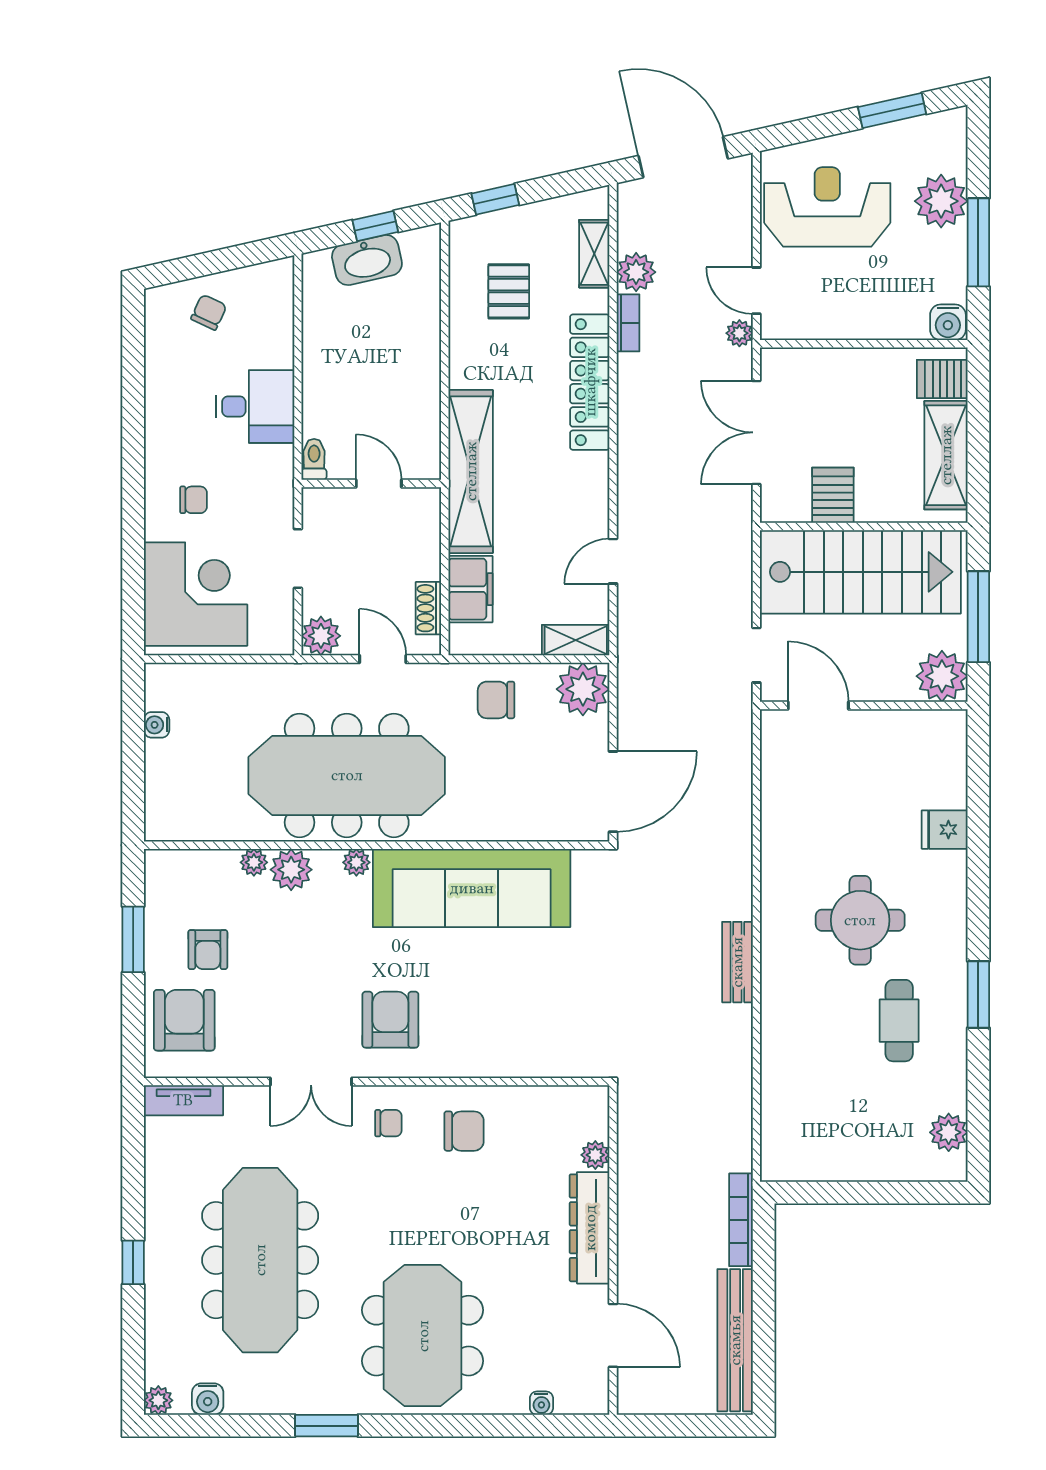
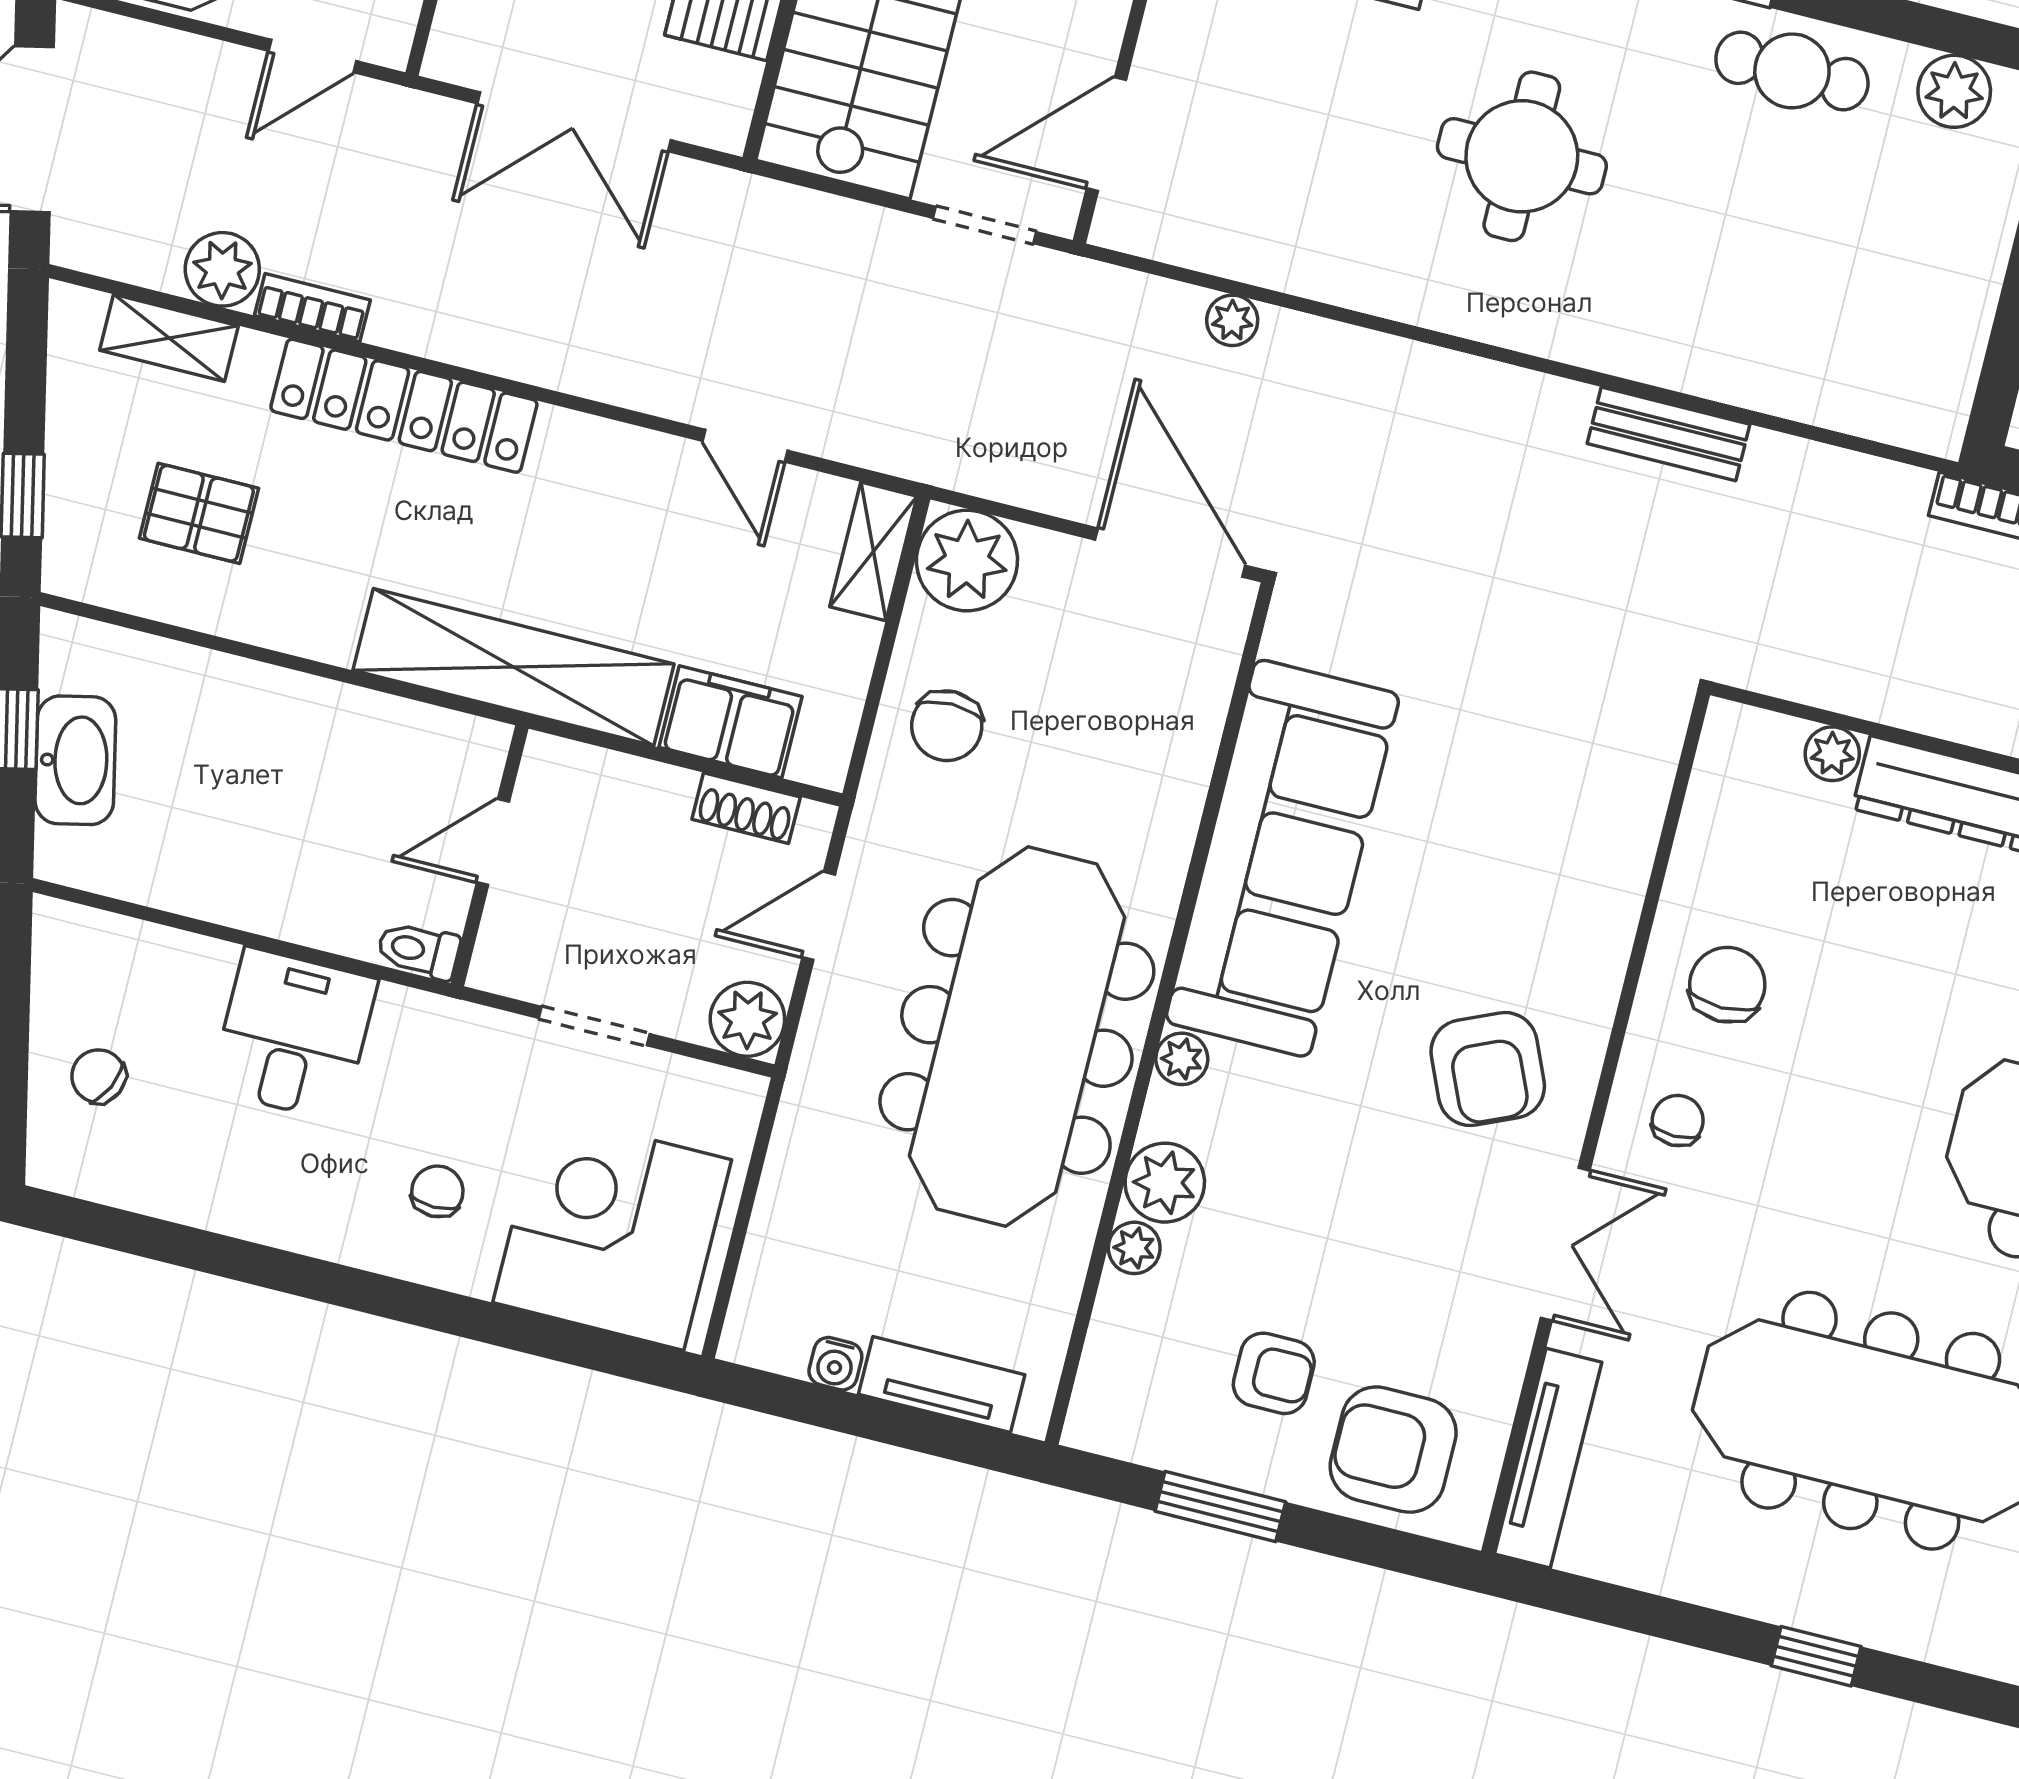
plant: (739, 333) -> (1232, 320), moved
tv unit: (160, 782) -> (942, 1385), added
bench: (737, 962) -> (1669, 434), moved
armchair: (390, 1020) -> (1488, 1069), turned -114
cafe table: (899, 1021) -> (1792, 71), moved
tv unit: (183, 1100) -> (1548, 1458), width x1.41

